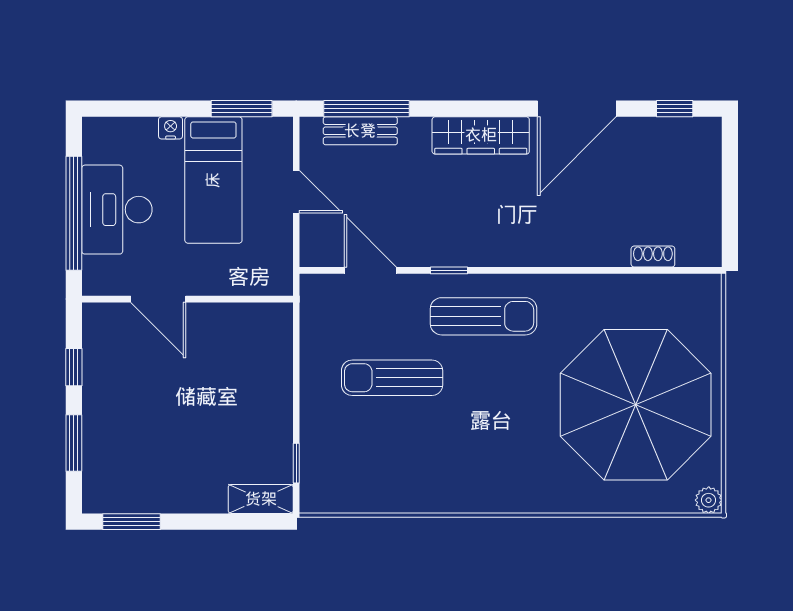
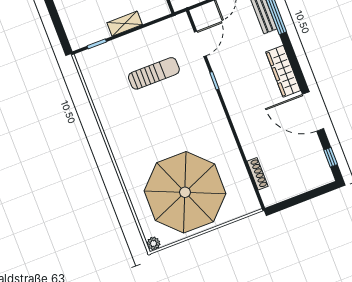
shoe rack: (653, 257) -> (258, 174), width x1.43
sun lounger: (484, 316) -> (199, 105), removed
sun lounger: (392, 378) -> (154, 73), turned 90
shelving: (261, 499) -> (125, 24), moved, turned 90

